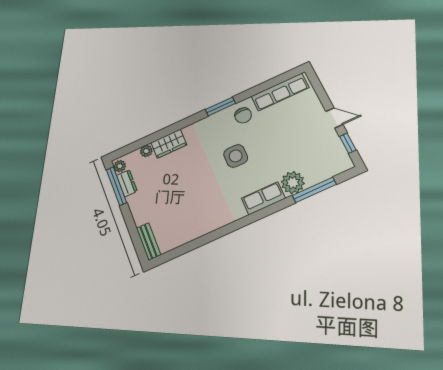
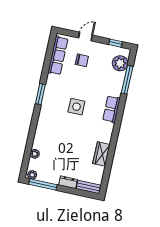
chair: (243, 115) -> (82, 60), moved
door: (334, 118) -> (85, 37), moved
wardrobe: (169, 144) -> (101, 154), moved, turned 180
dresser: (127, 183) -> (68, 182), moved
plant: (293, 183) -> (120, 63), moved

